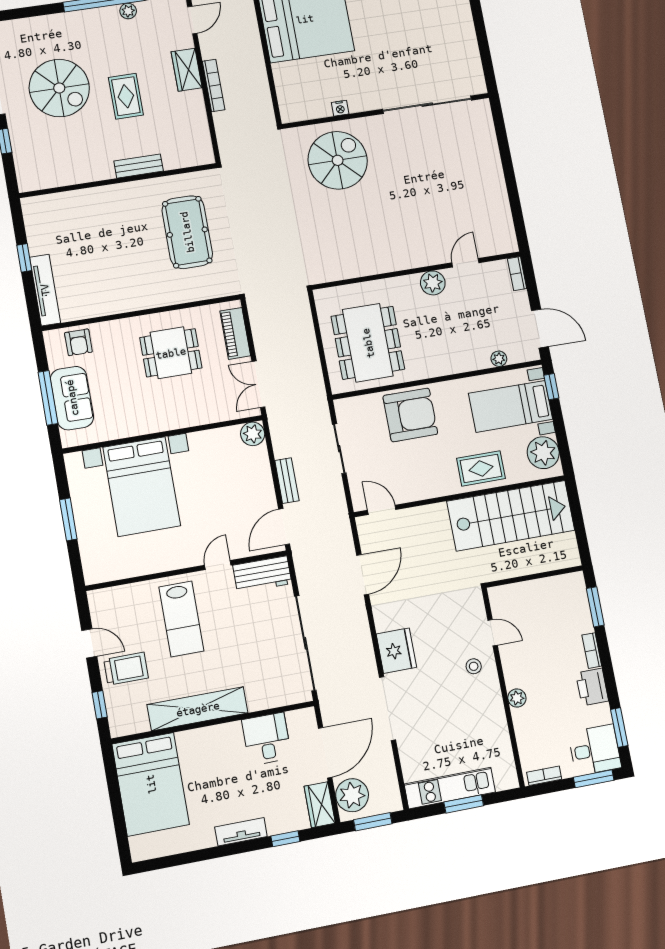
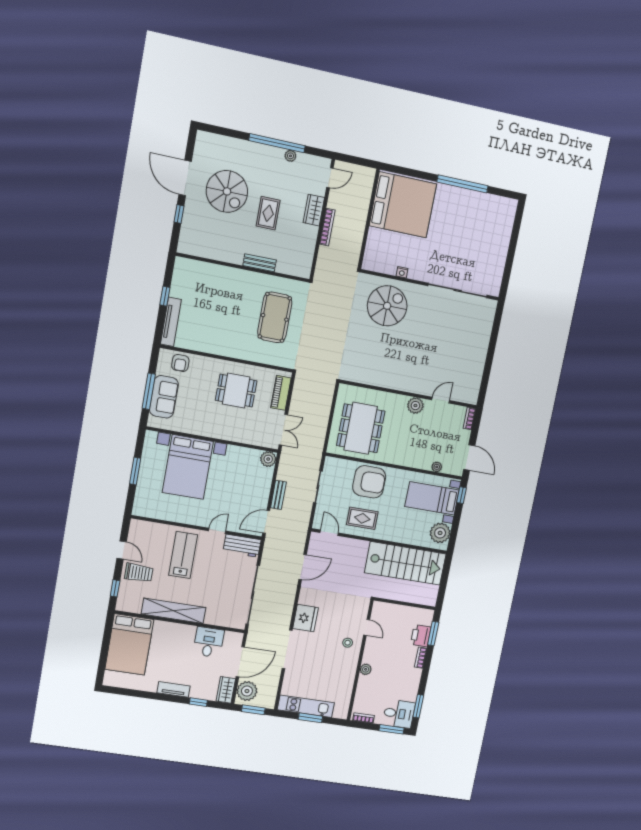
double door: (258, 384) -> (283, 430), swing flipped
rug: (481, 468) -> (362, 518), moved
lab bench: (181, 619) -> (183, 555), turned 180
printer: (592, 687) -> (421, 636), moved

